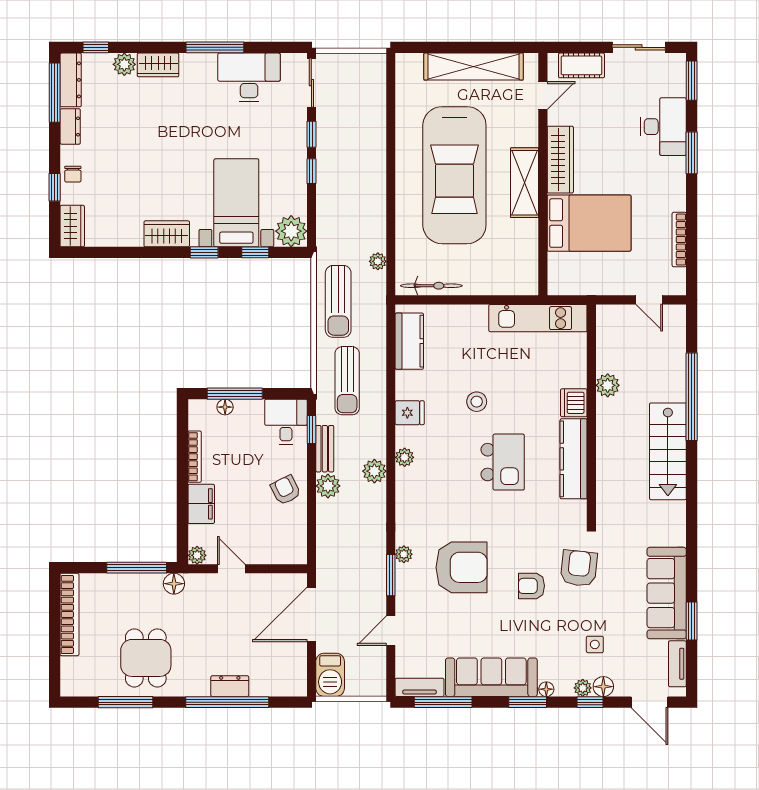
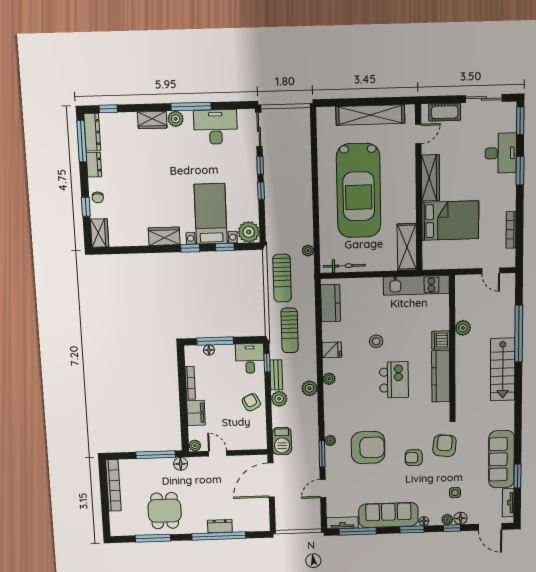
plant: (124, 64) -> (176, 119), moved
shelving: (525, 183) -> (407, 247), moved
barbecue: (330, 675) -> (282, 441), moved

